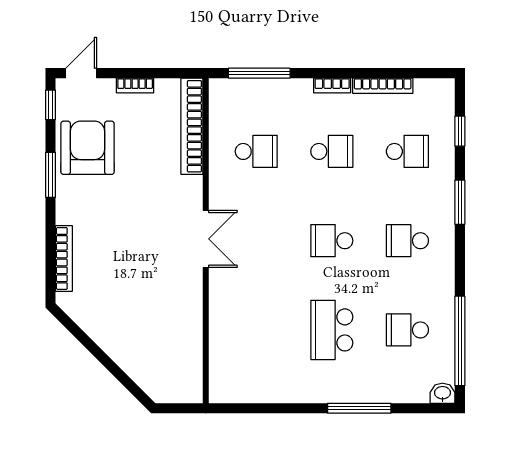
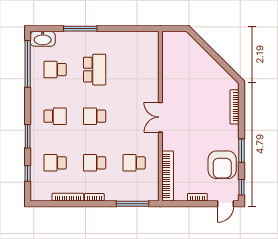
school desk: (332, 241) -> (95, 116), turned 180
school desk: (407, 330) -> (55, 70), turned 180
washbasin: (442, 393) -> (43, 39), width x1.91, depth x1.45

